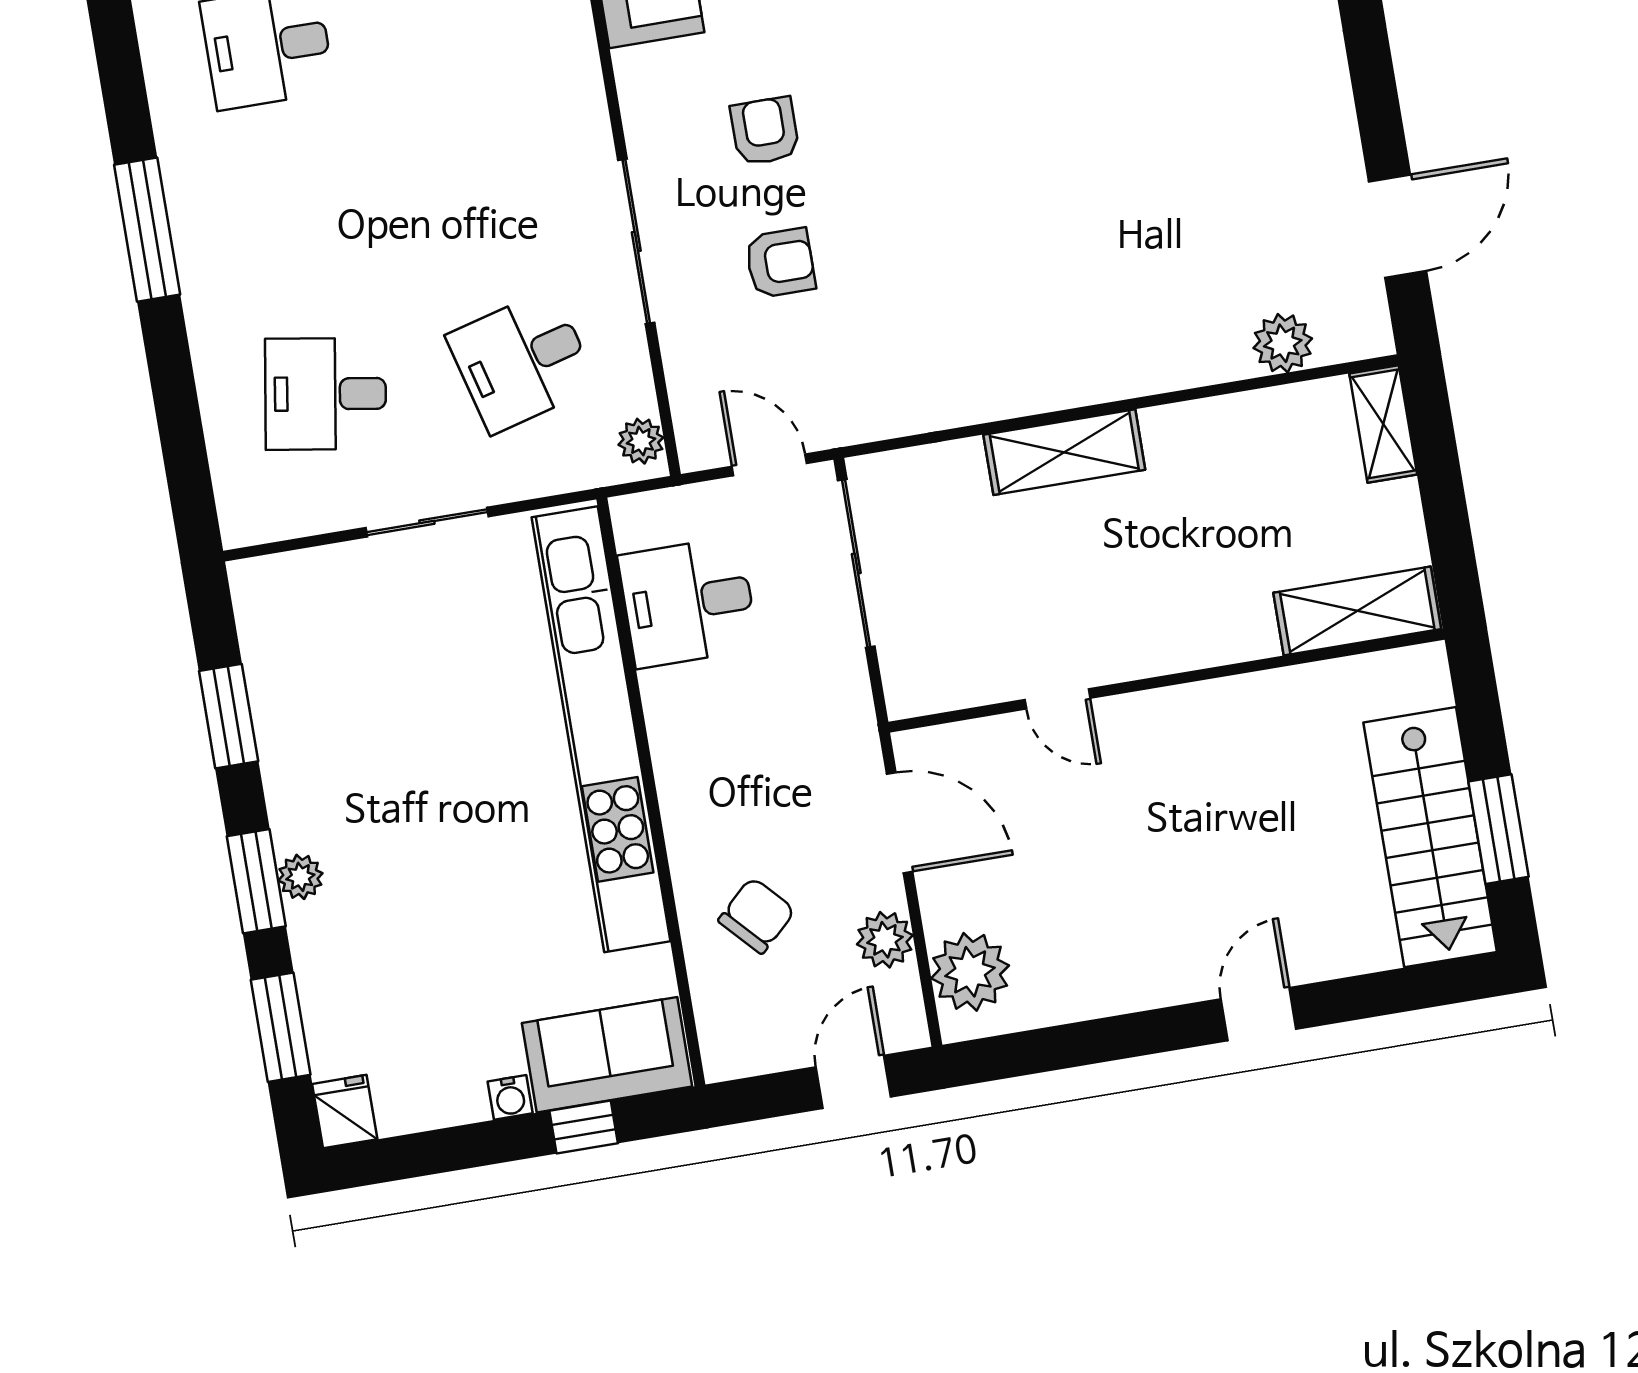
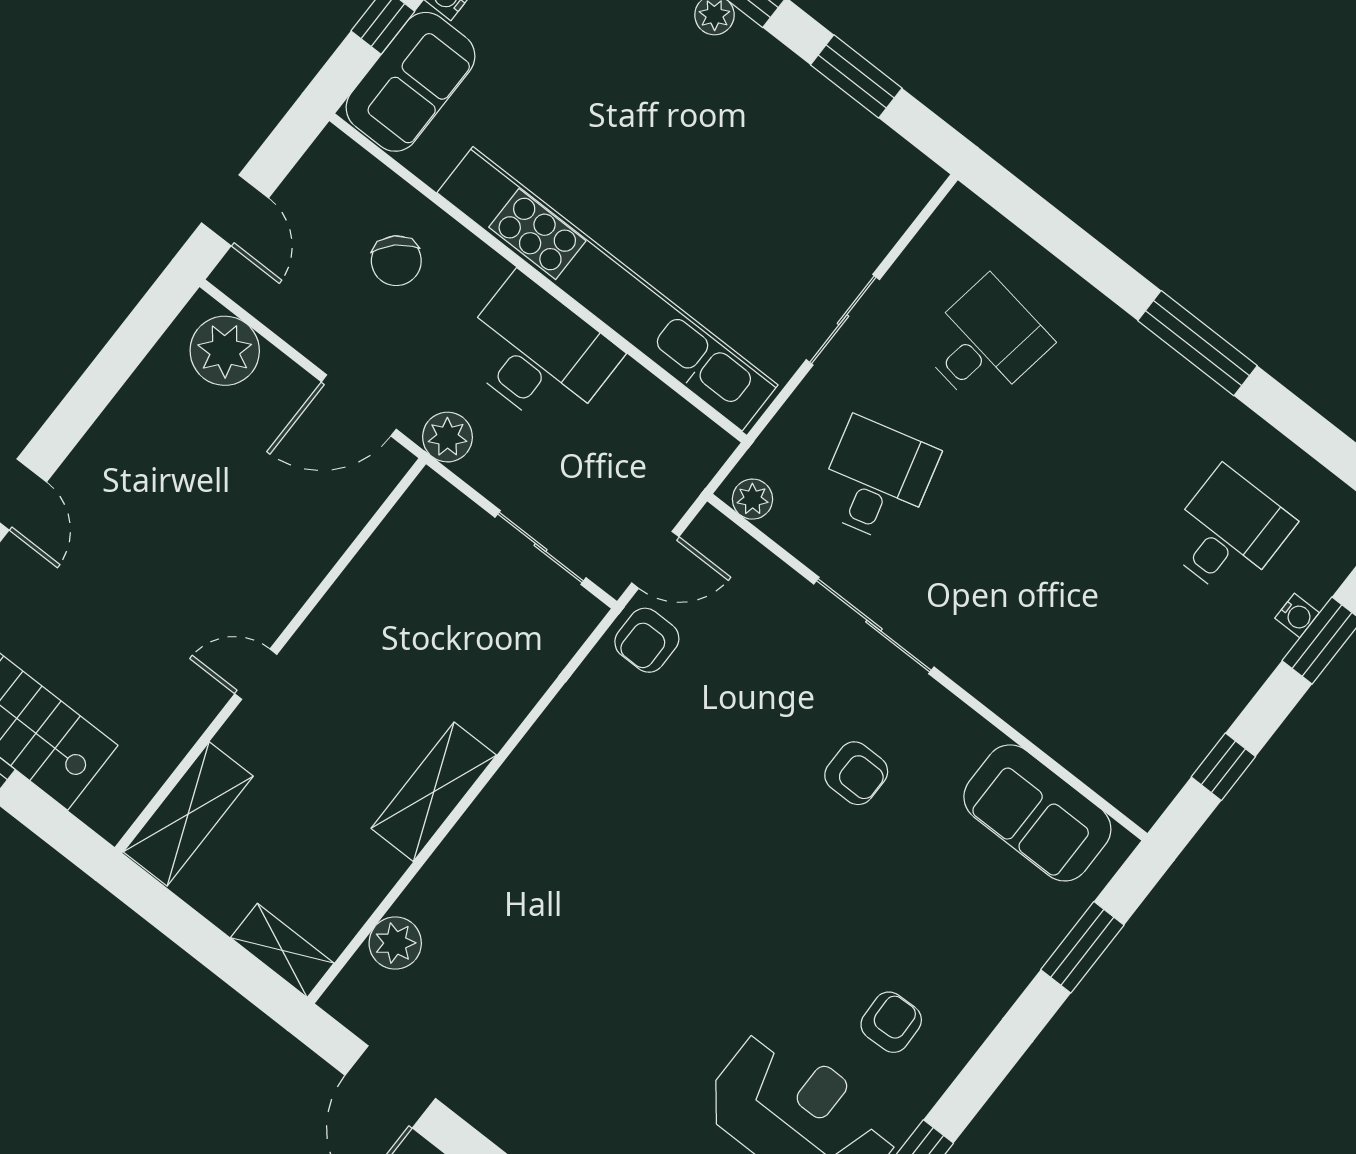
armchair: (780, 263) -> (647, 640), moved
shelving: (1064, 452) -> (434, 792), moved
sliding door: (856, 563) -> (541, 547), width x0.73
desk: (688, 602) -> (538, 354), moved, width x1.37
door: (1057, 699) -> (256, 674), moved
plant: (885, 940) -> (447, 437), moved

